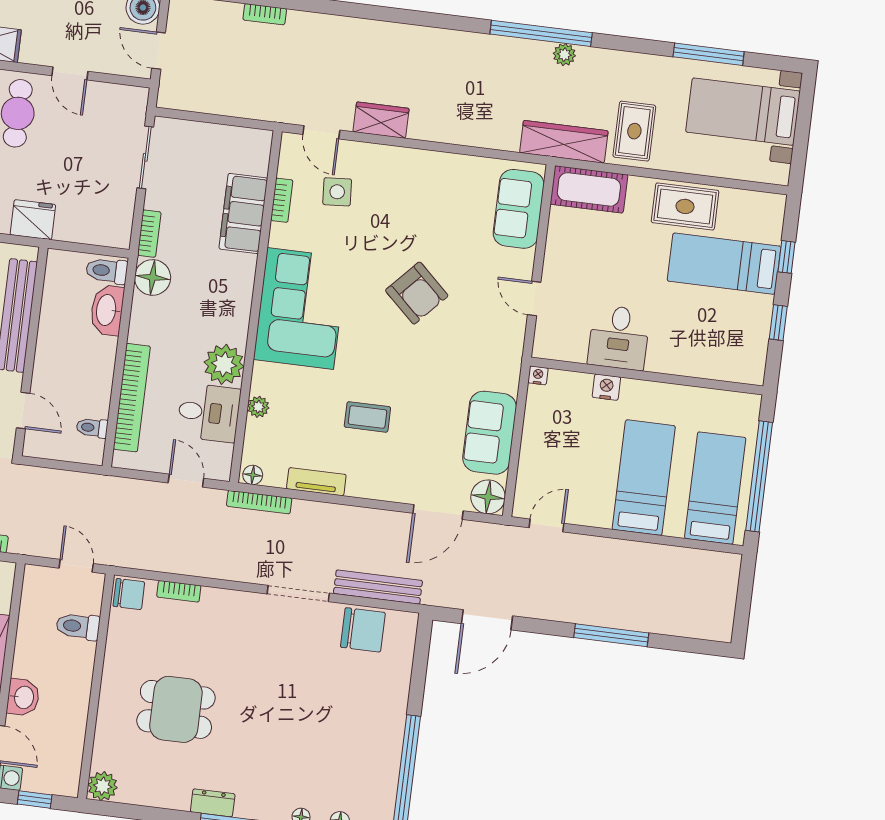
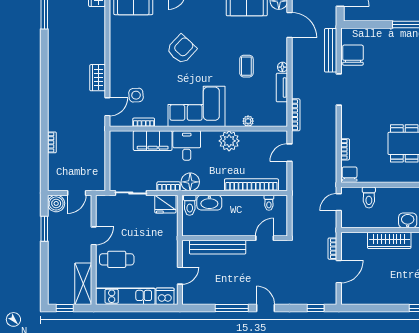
fridge: (33, 220) -> (165, 204), moved, turned -90
desk: (209, 413) -> (187, 146), moved
floor lamp: (253, 475) -> (282, 67), moved

